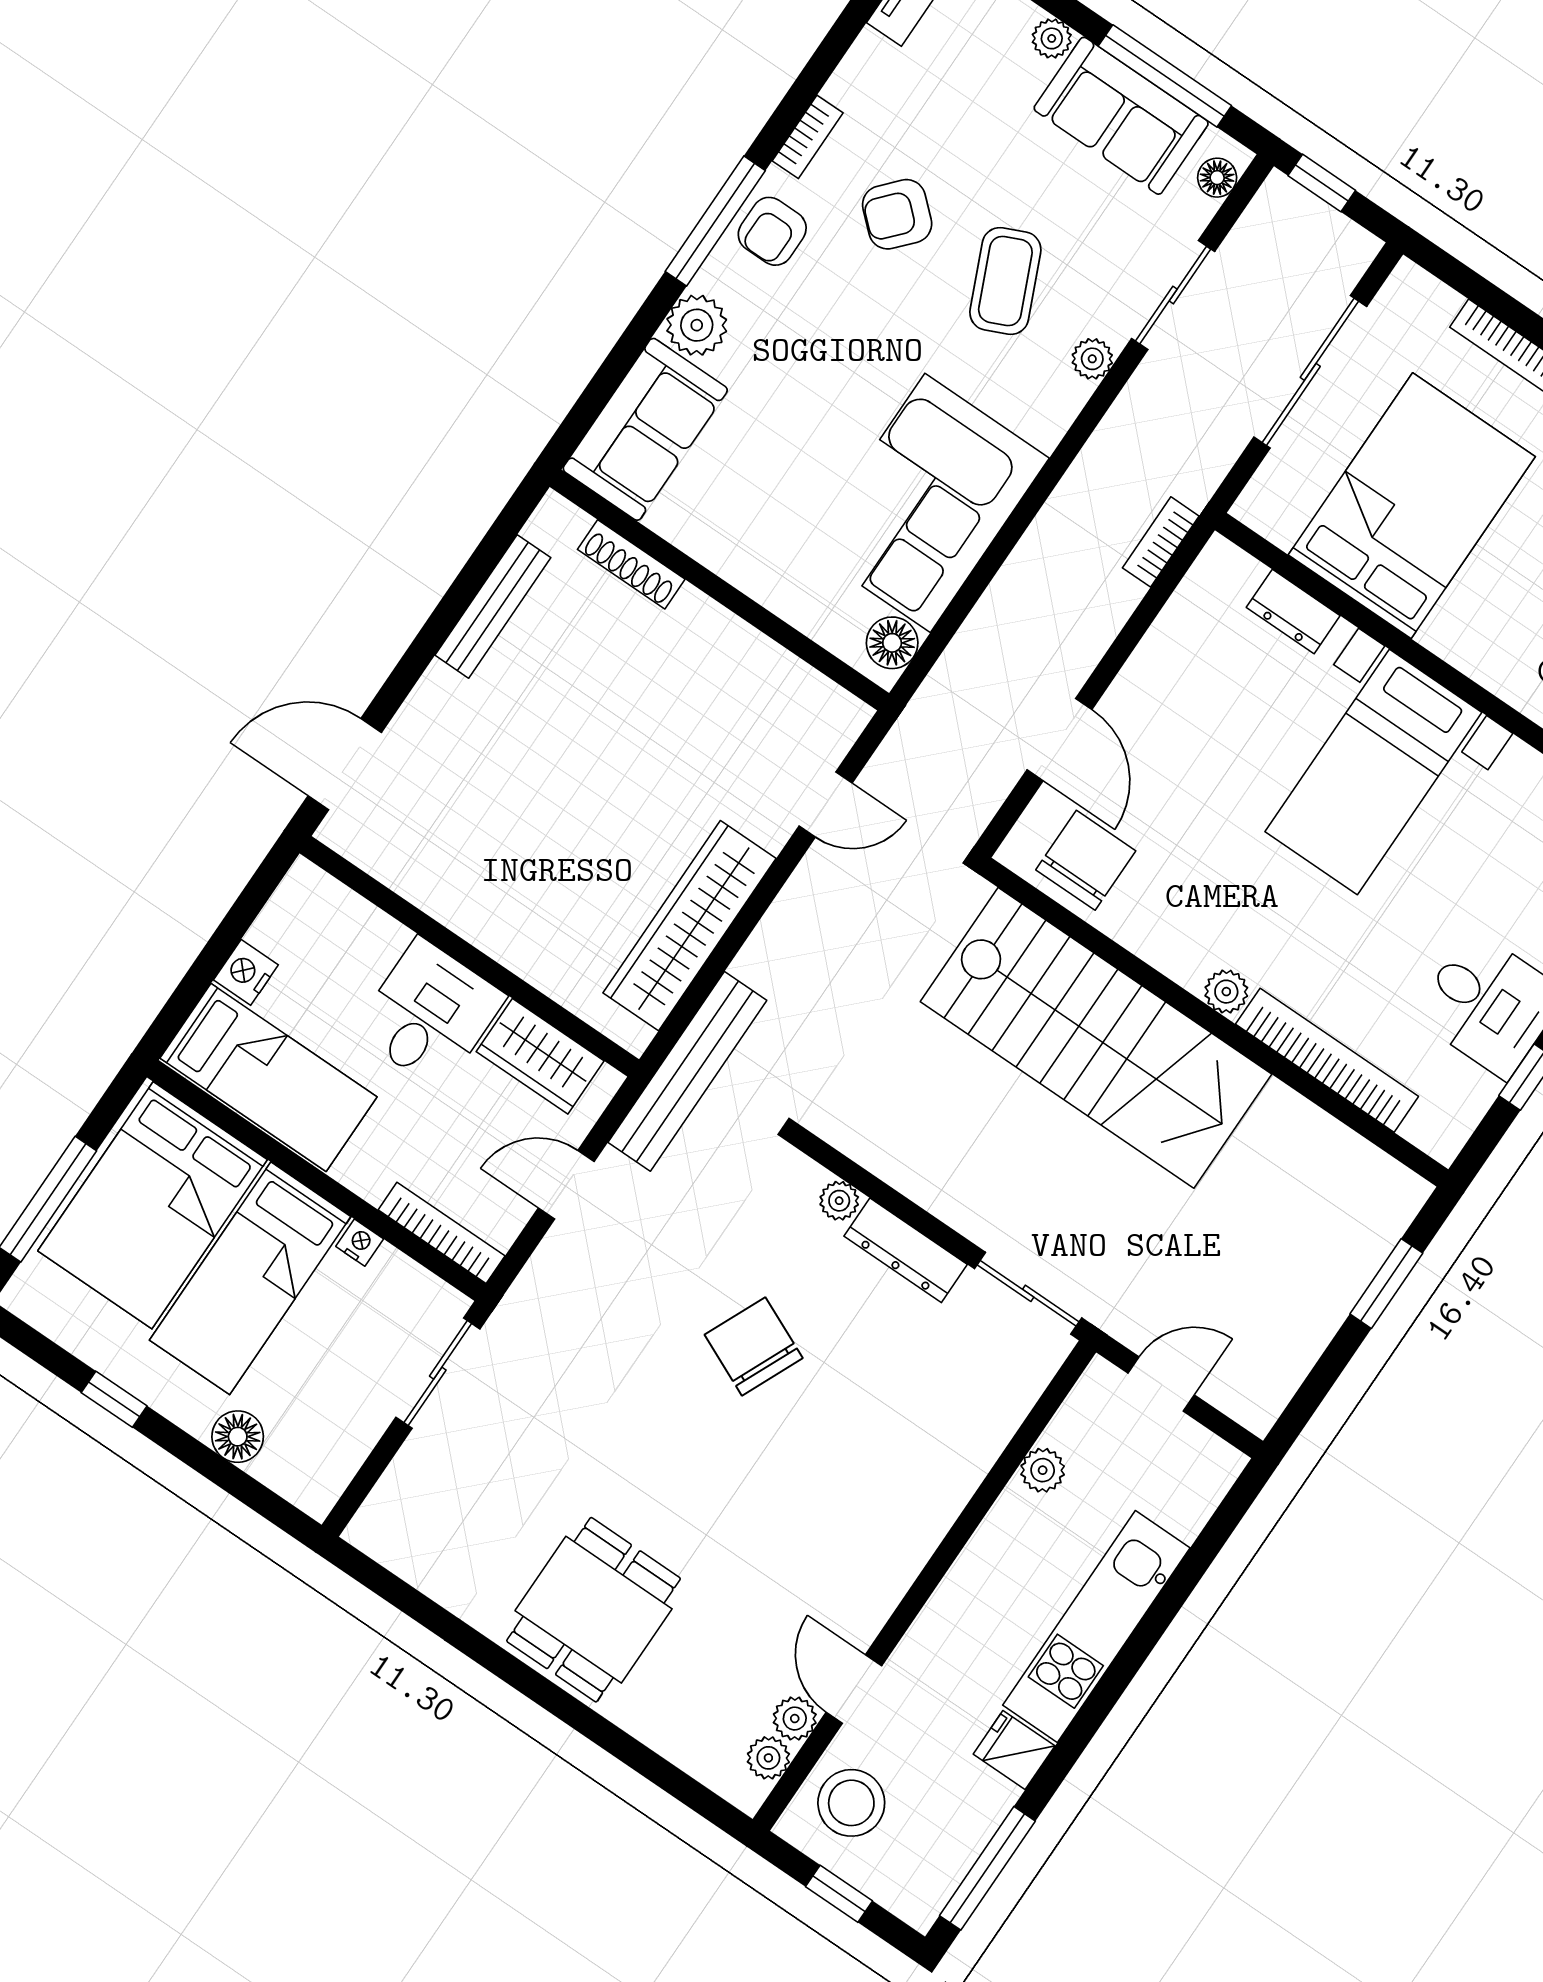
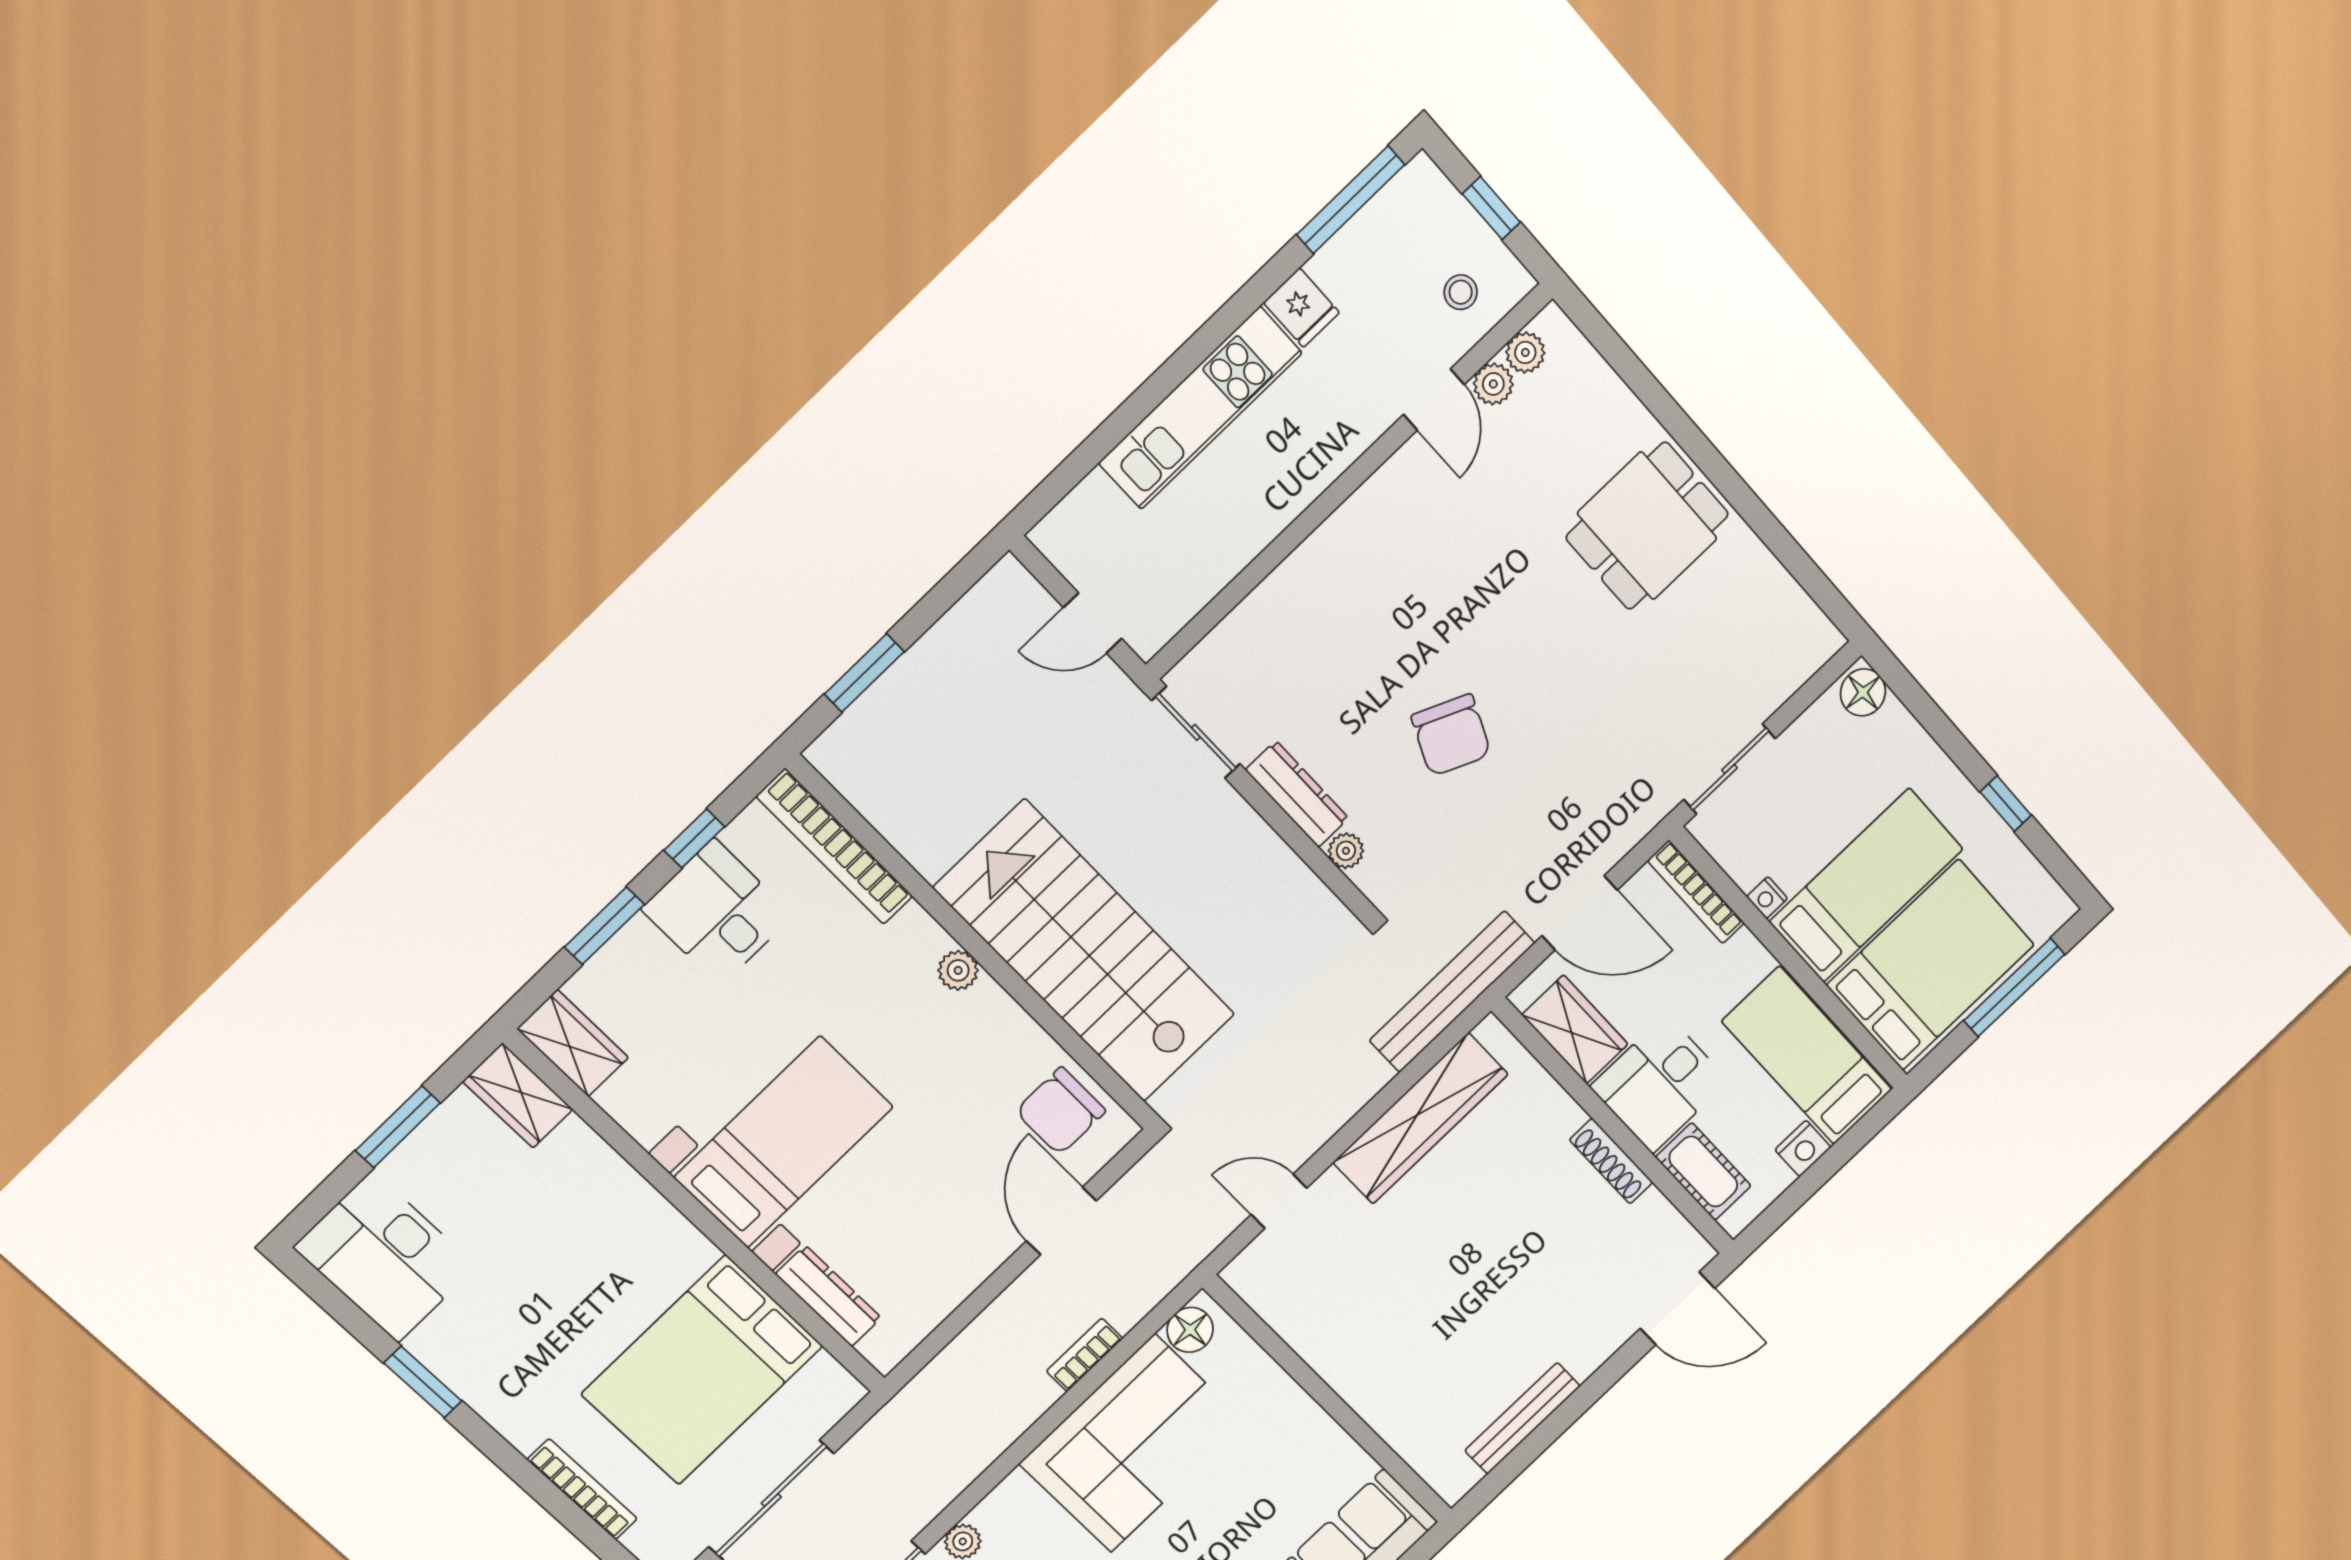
bookcase: (1161, 542) -> (1084, 1355), moved, turned 180
shoe rack: (631, 564) -> (1611, 1161), moved, turned 180
dresser: (1293, 612) -> (828, 1296), width x1.44
cot: (354, 925) -> (1703, 1172), added
bookcase: (1327, 1060) -> (835, 847), moved
door: (566, 1185) -> (1580, 913), width x1.38
floor lamp: (238, 1437) -> (1863, 692), moved
plant: (1043, 1470) -> (1218, 566), removed
stool: (851, 1803) -> (1461, 292), width x0.53, depth x0.53

